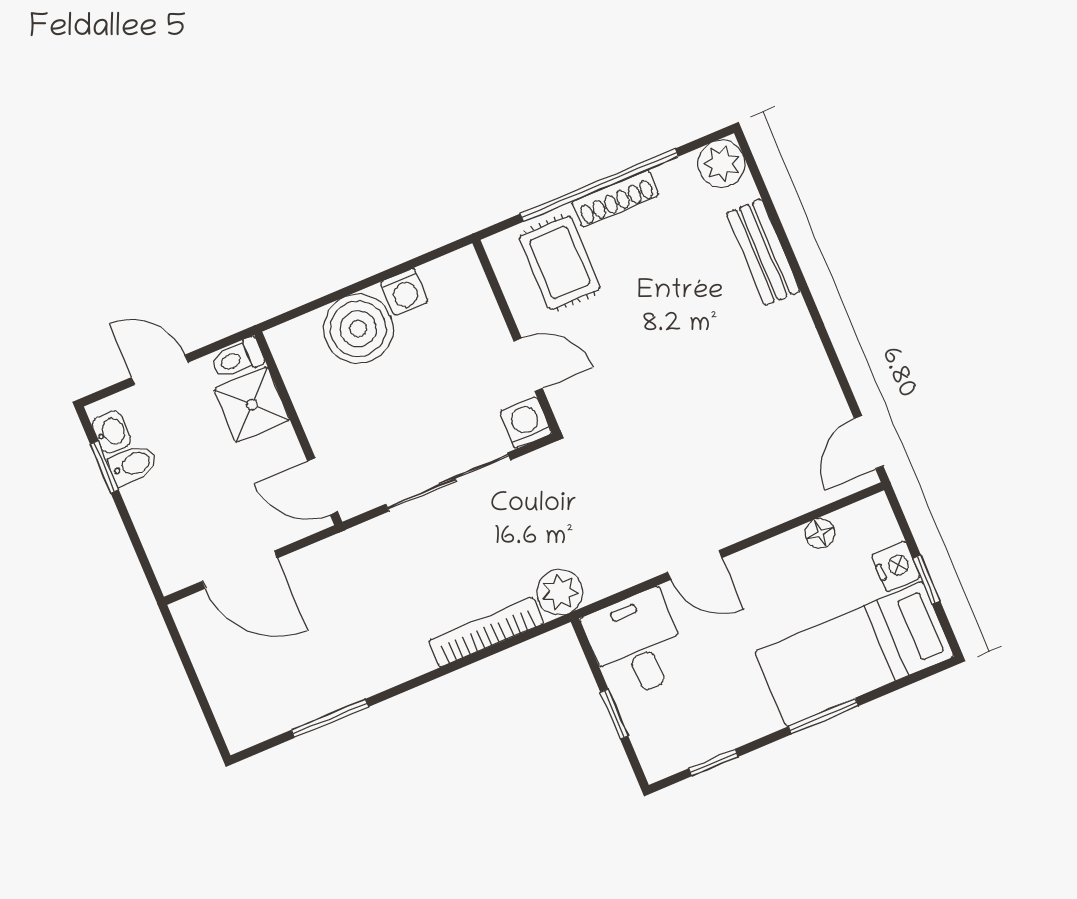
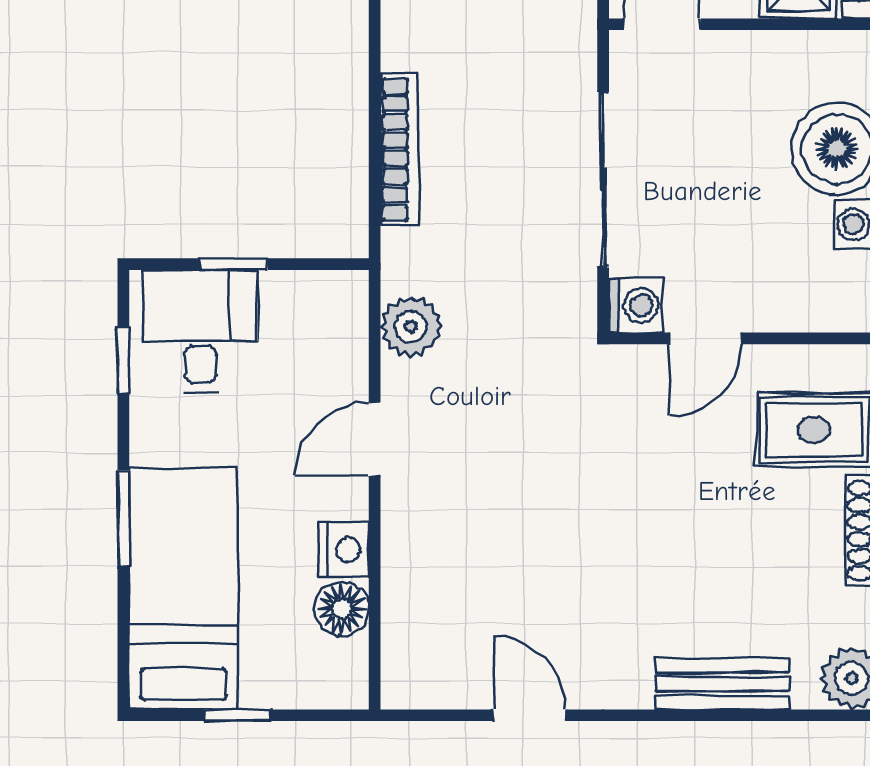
door: (869, 442) -> (530, 715), moved
floor lamp: (820, 533) -> (342, 609), width x1.37, depth x1.37
nightstand: (896, 566) -> (344, 550), moved, turned -90
plant: (560, 592) -> (411, 327), moved
desk: (637, 644) -> (201, 331), moved, turned -90

